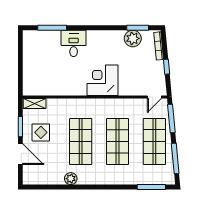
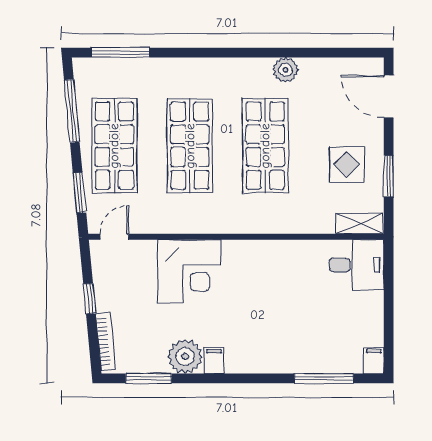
filing cabinet: (28, 37) -> (374, 360), added
filing cabinet: (106, 37) -> (214, 360), added
plant: (133, 38) -> (185, 357), moved
desk: (74, 43) -> (357, 265), moved, turned -90
corner desk: (102, 80) -> (189, 271), moved
window: (171, 119) -> (80, 193), width x0.69
door: (20, 154) -> (389, 96), moved

